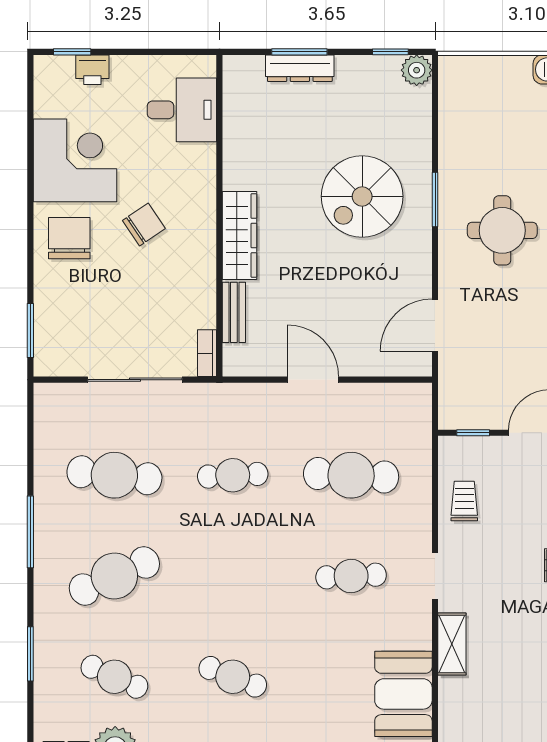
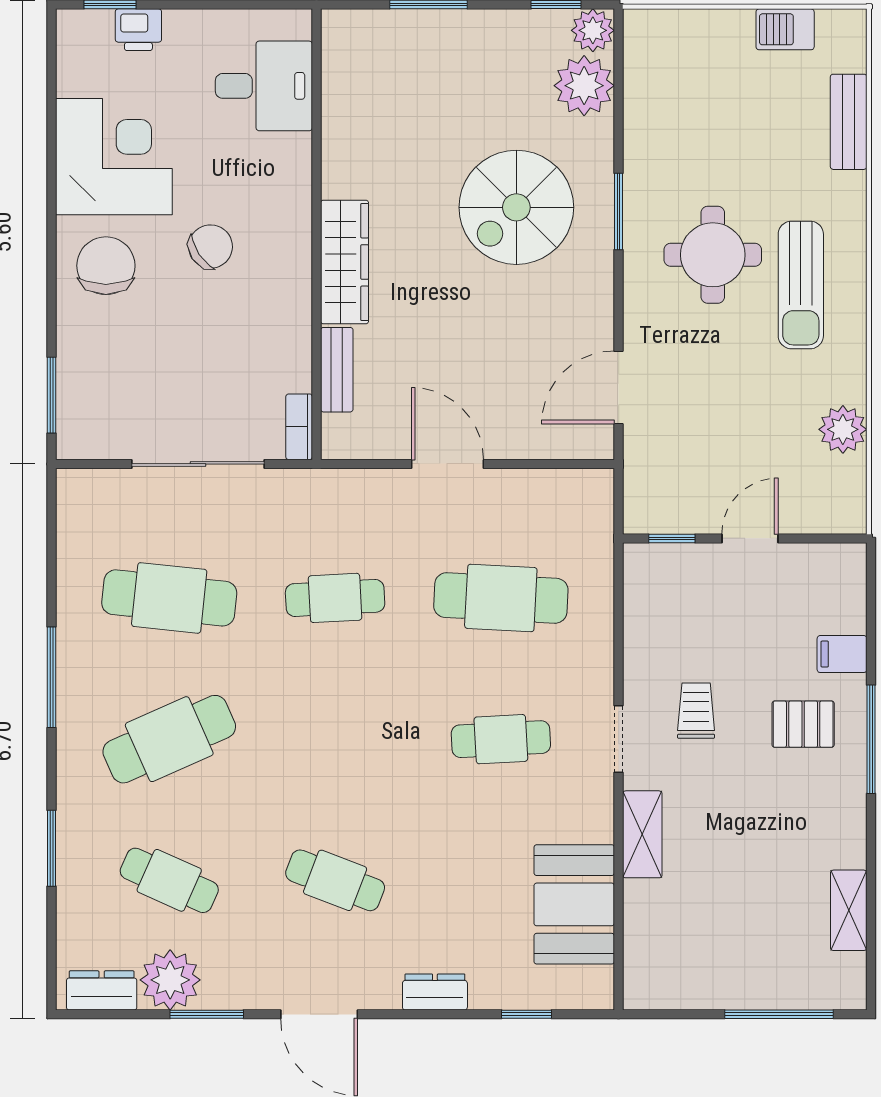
dresser: (300, 68) -> (429, 27), removed
plant: (410, 110) -> (584, 86), added
trolley: (464, 501) -> (696, 711), moved

